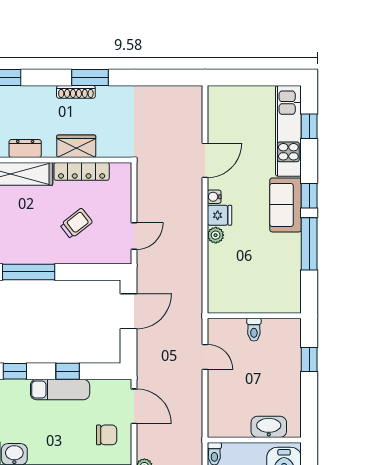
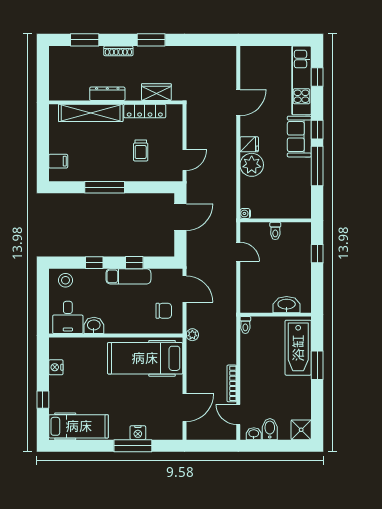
shoe rack: (76, 92) -> (118, 51), moved
wardrobe: (76, 146) -> (156, 92), moved
dresser: (25, 149) -> (107, 94), width x1.44
water cooler: (214, 197) -> (245, 213), moved
trolley: (76, 223) -> (141, 151), turned 128
plant: (216, 235) -> (252, 165), width x1.88, depth x1.88

